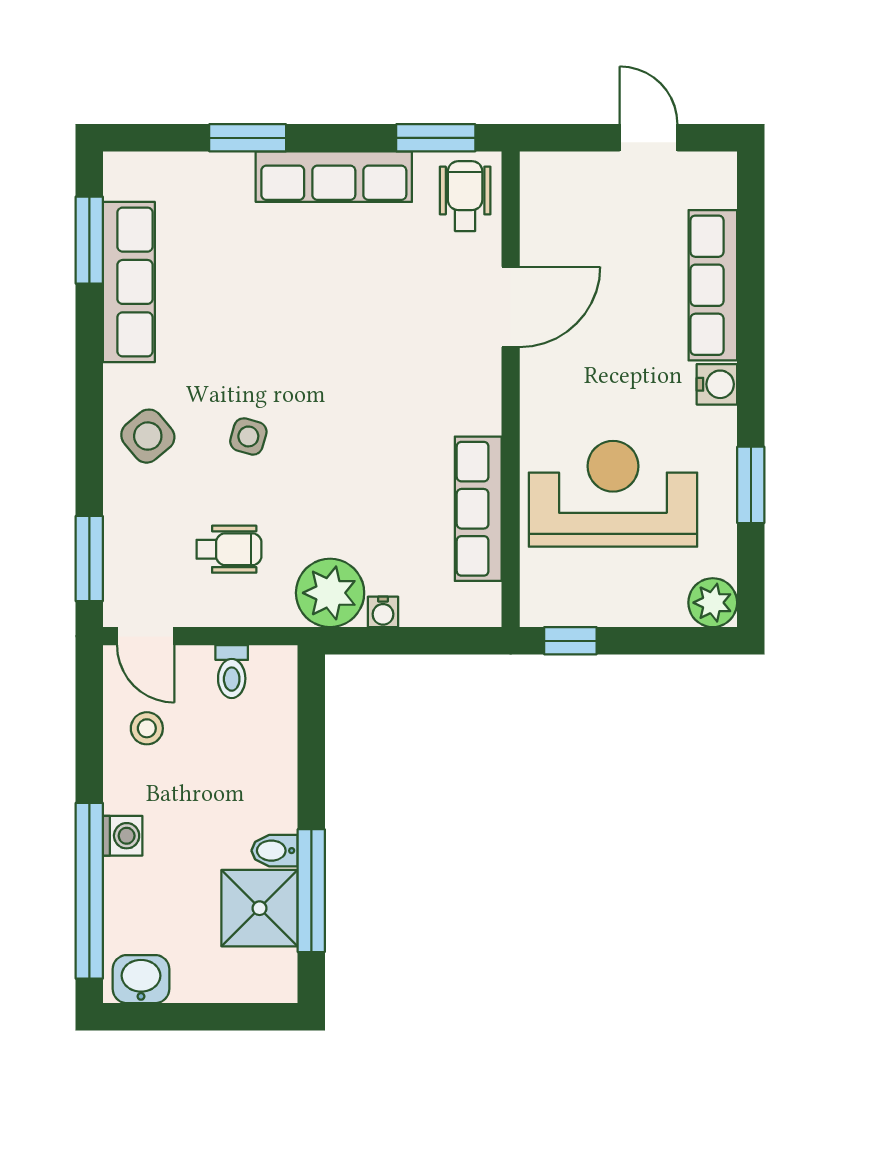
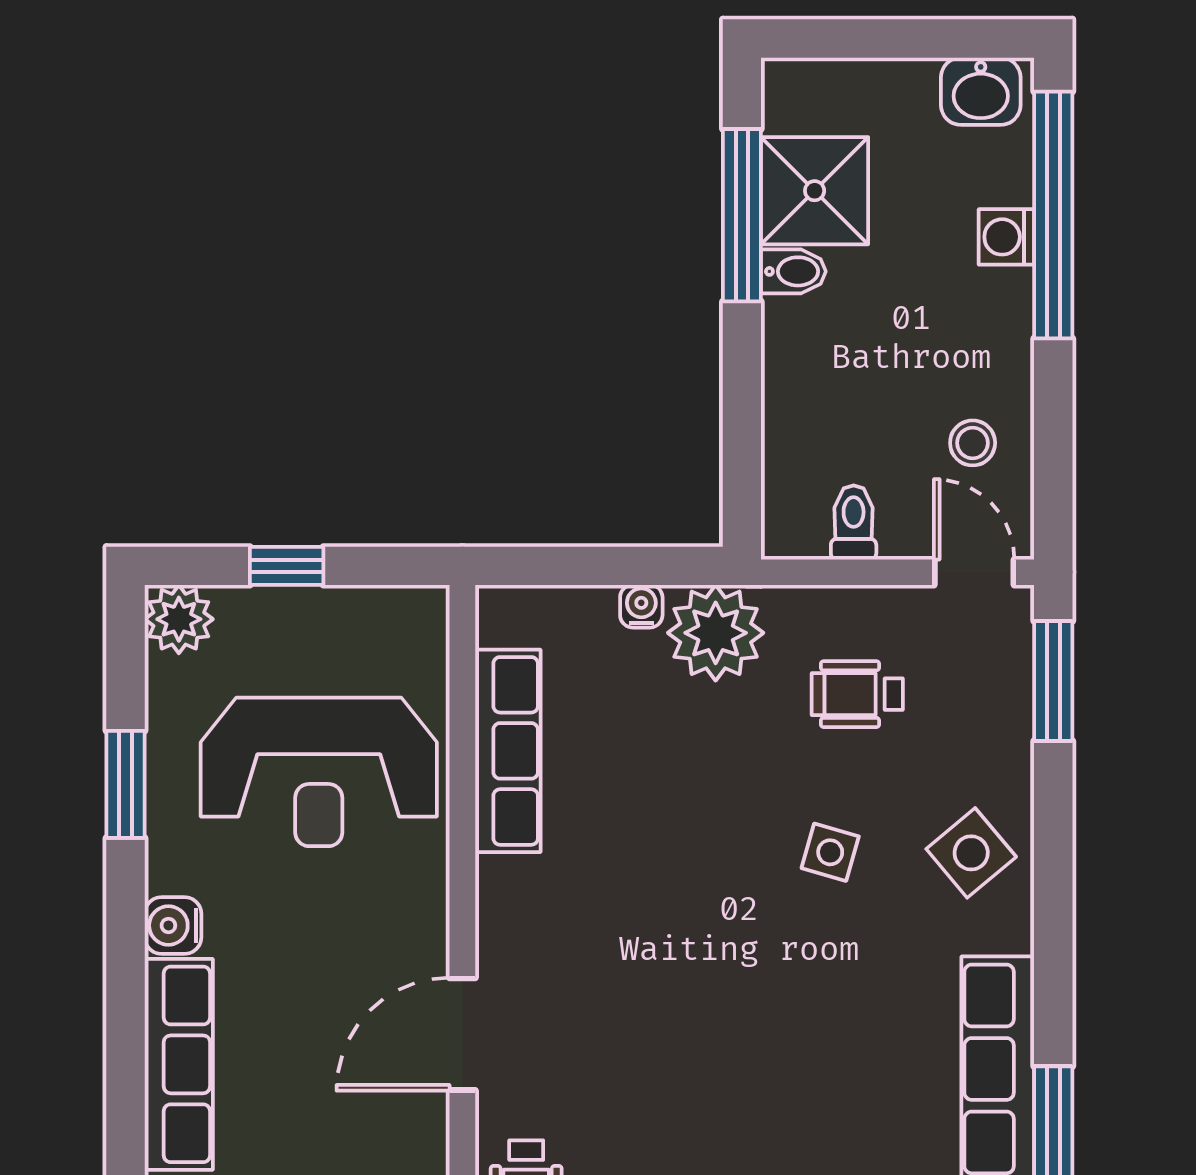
window: (570, 641) -> (287, 566), moved
washing machine: (123, 836) -> (1006, 237), moved

